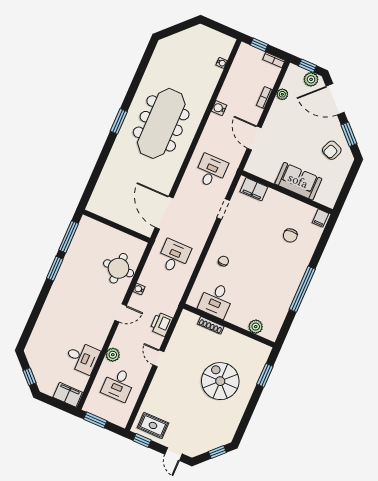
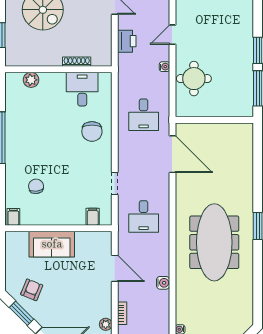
filing cabinet: (254, 189) -> (93, 217), width x0.50
chair: (223, 261) -> (92, 131), width x1.87, depth x1.87

